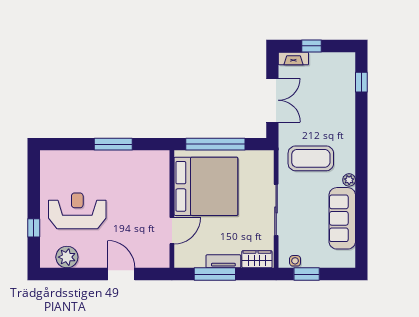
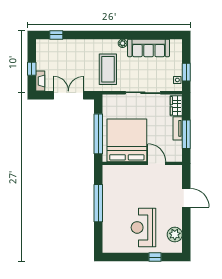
window: (113, 144) -> (98, 203), width x1.46
door: (121, 274) -> (186, 198), swing flipped

